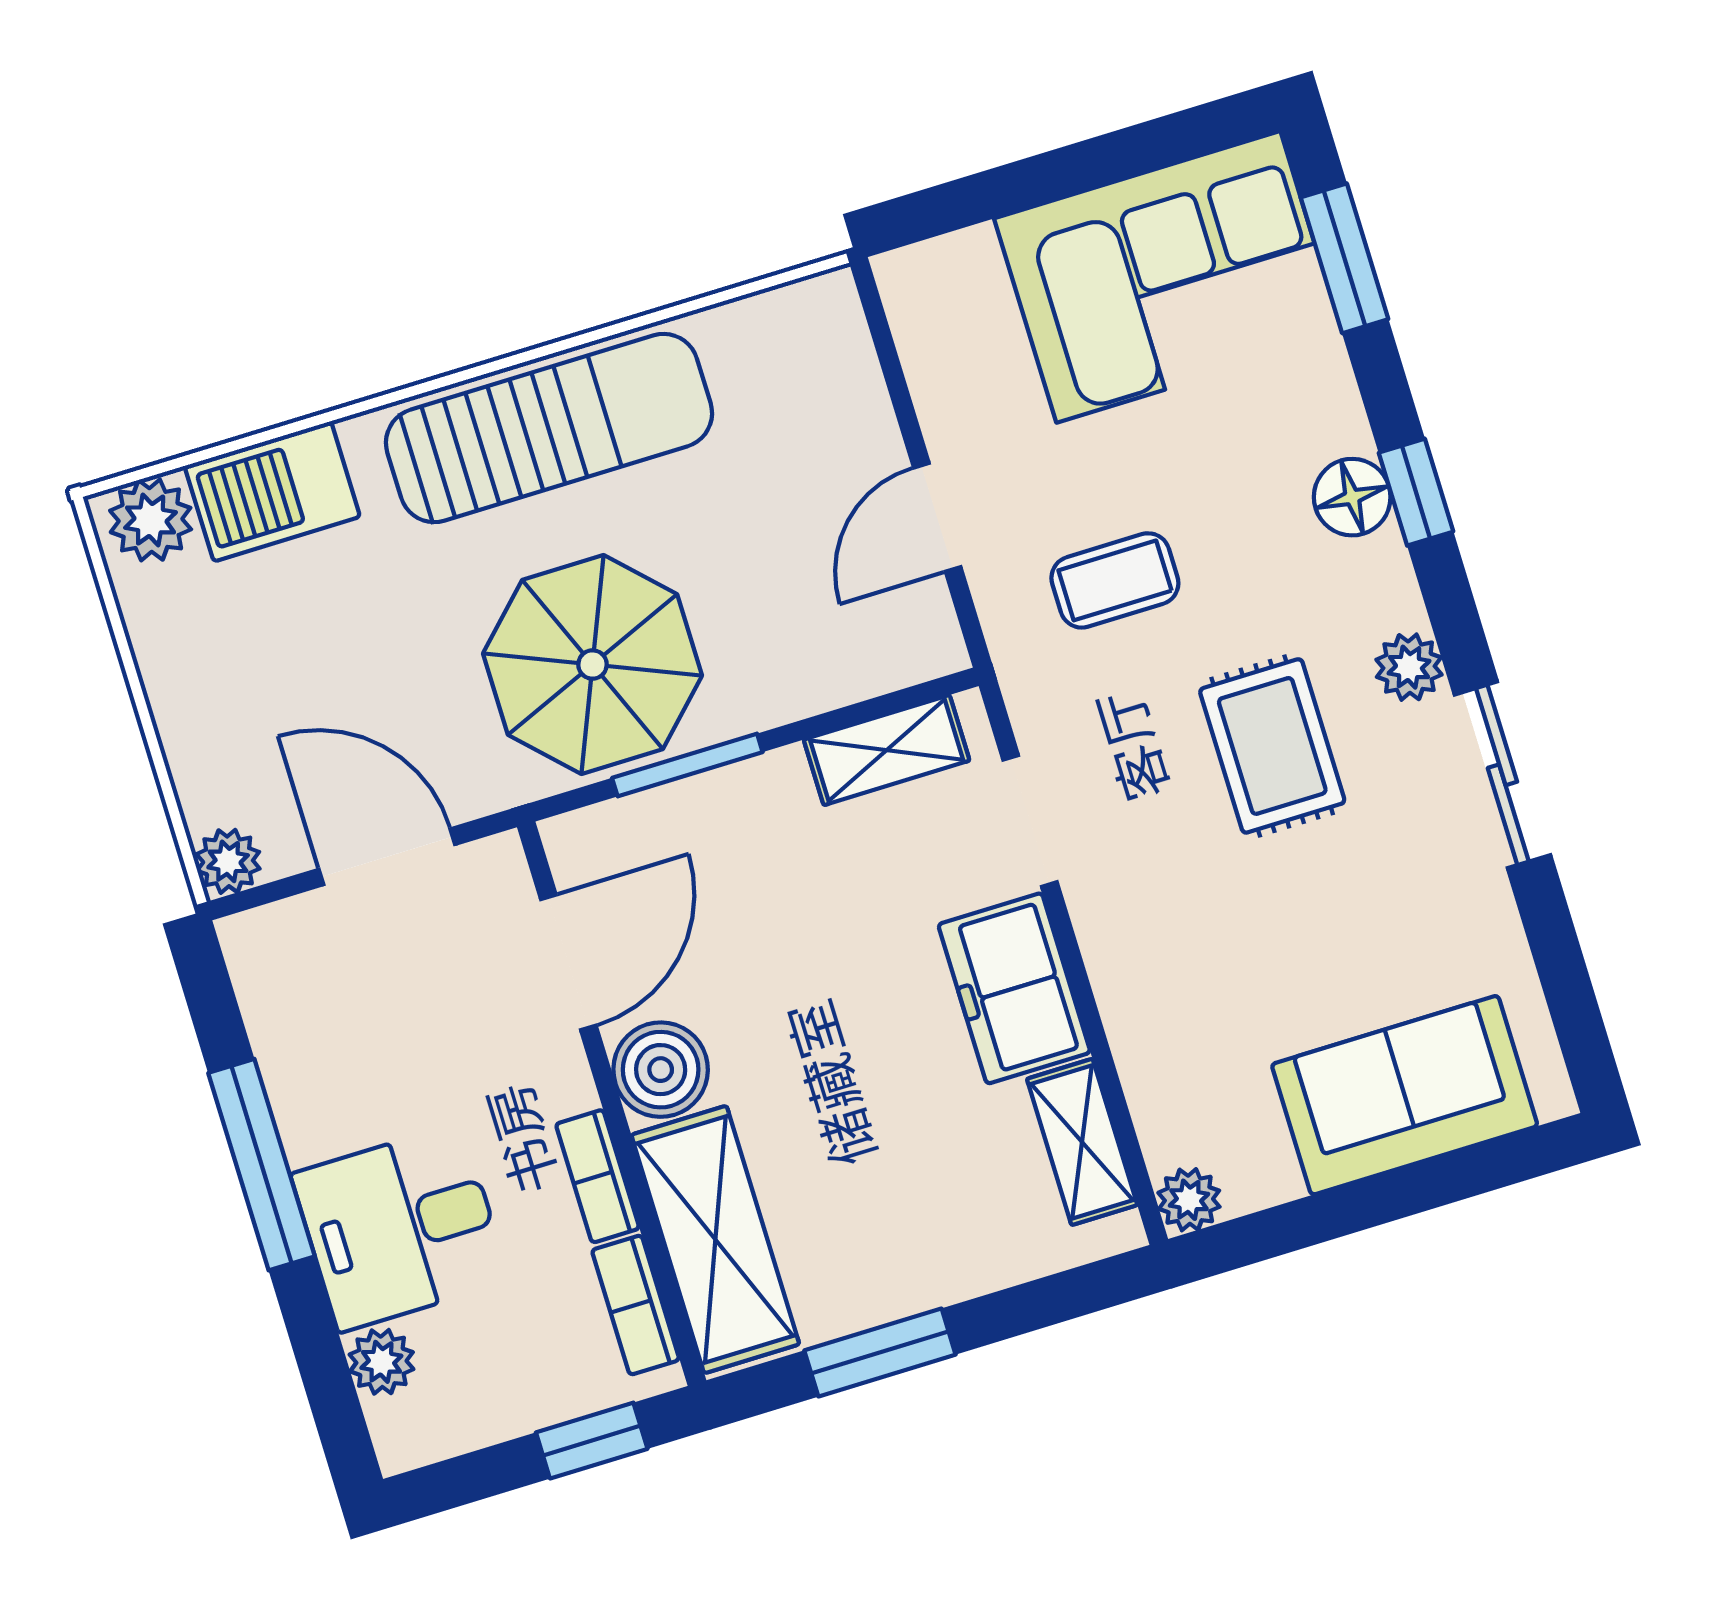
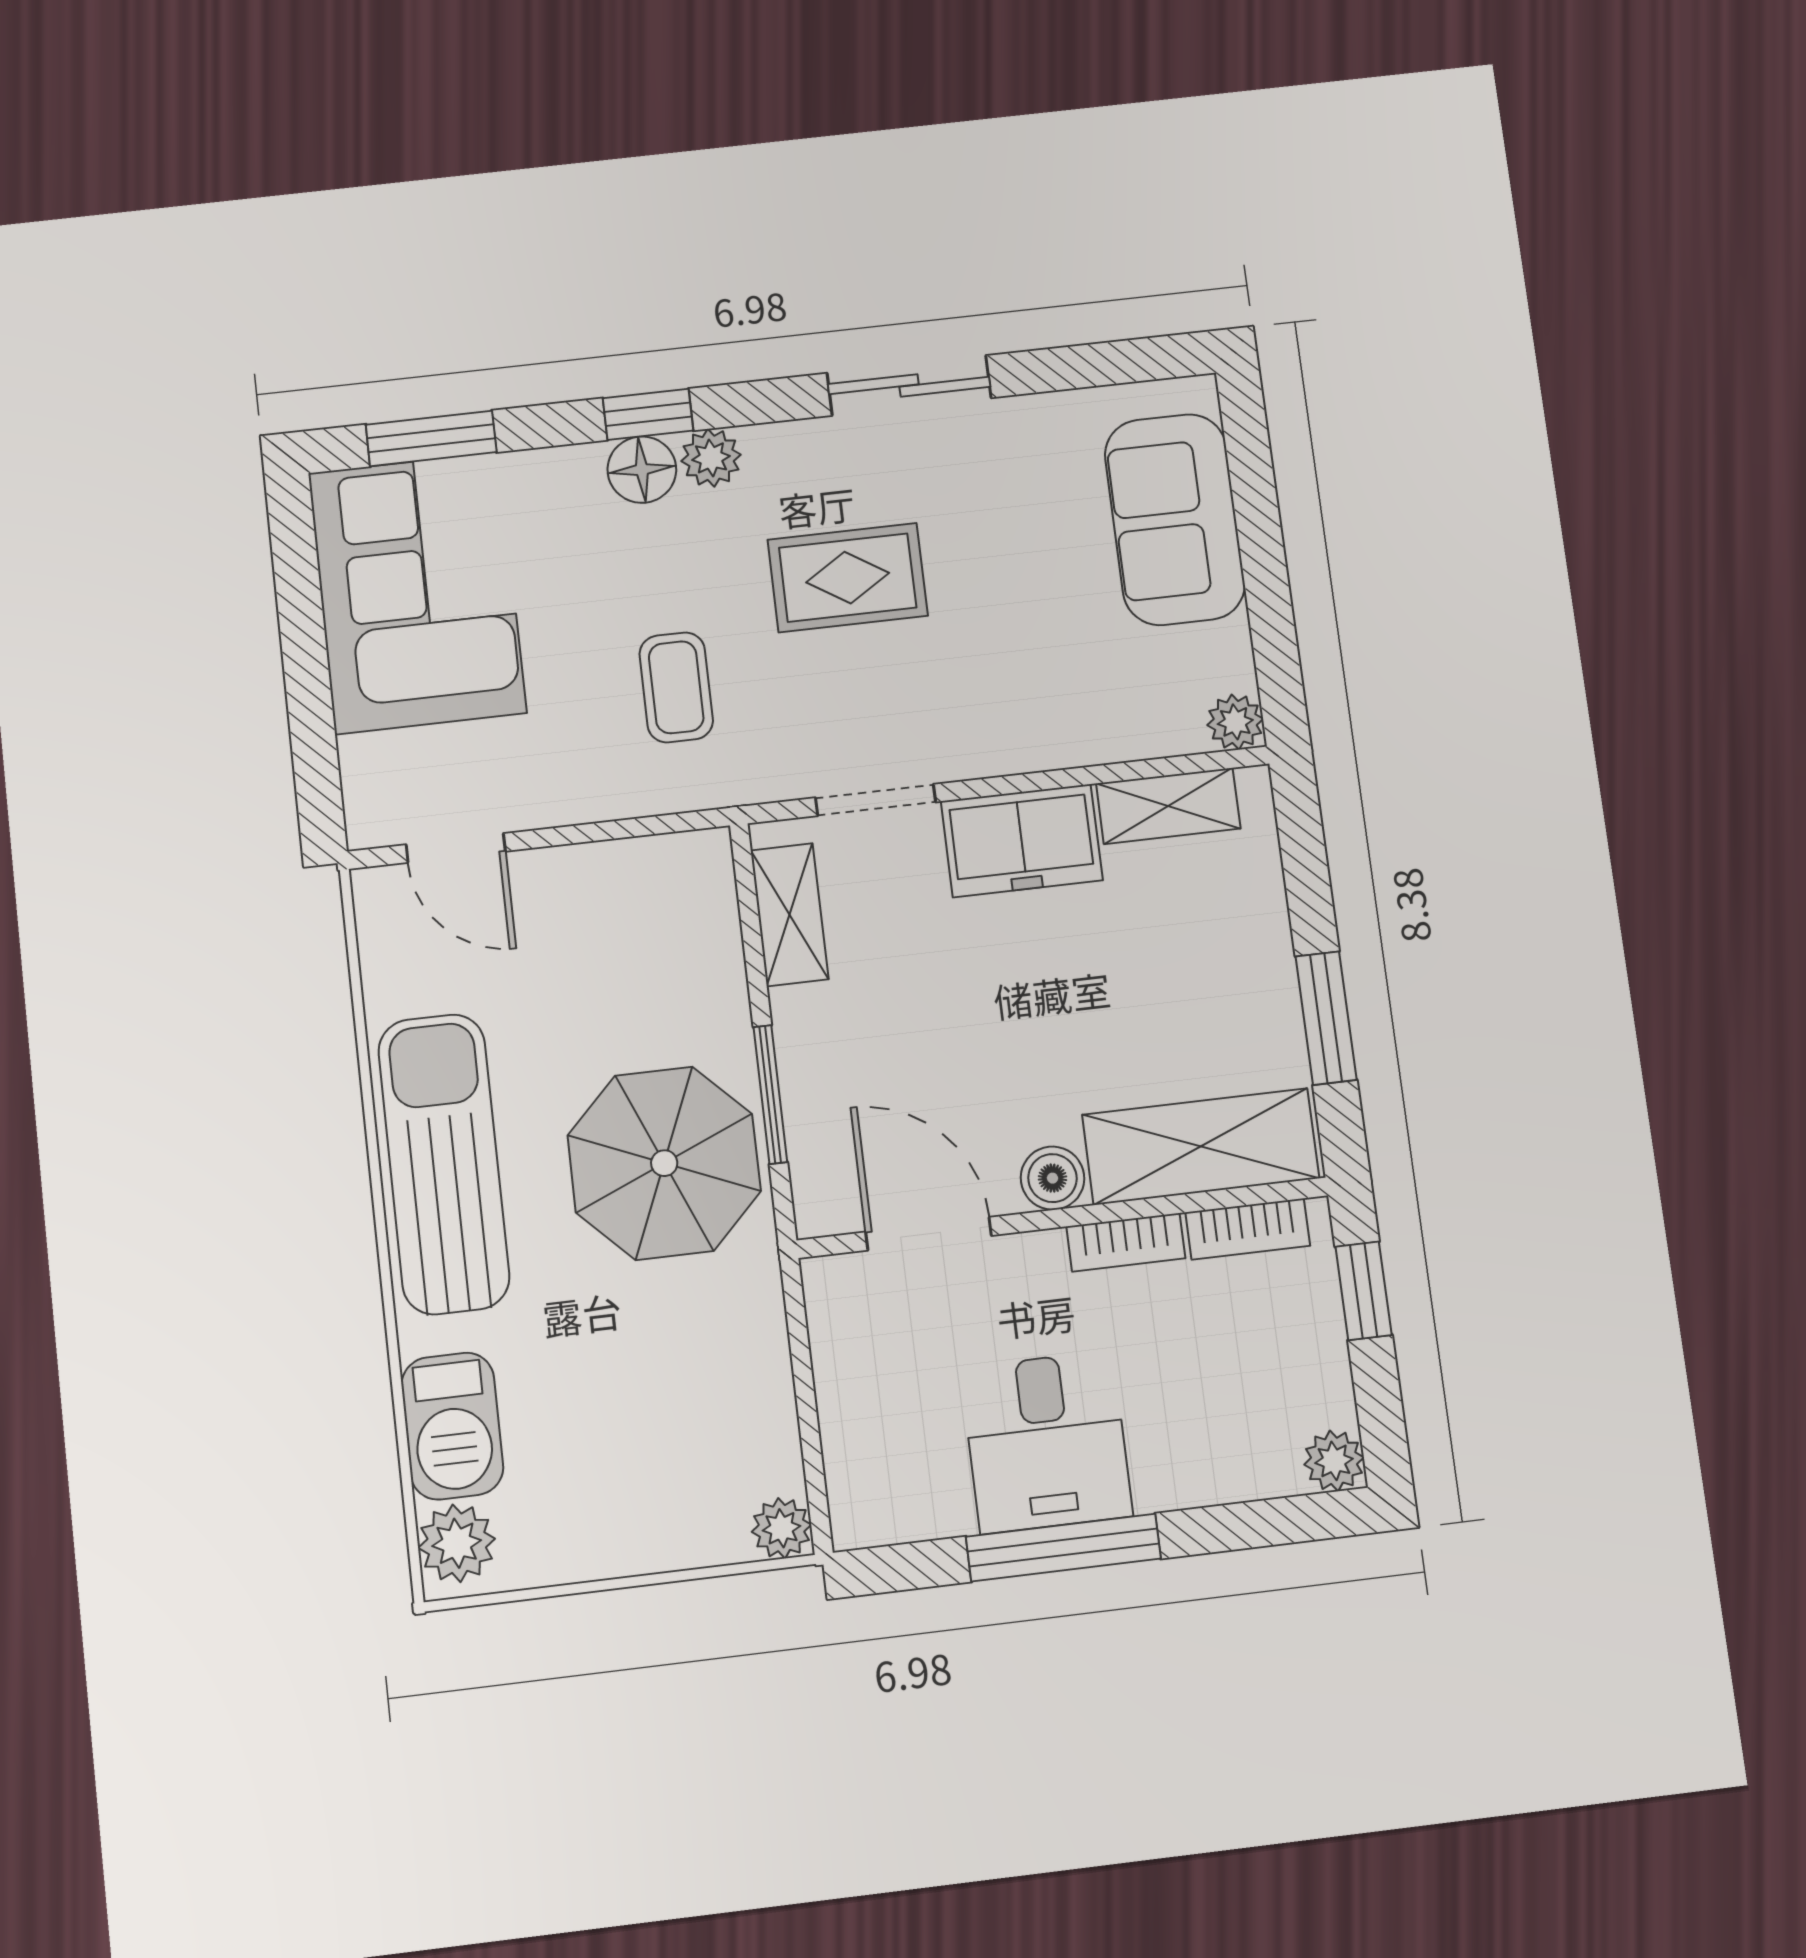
door: (937, 517) -> (456, 848), moved
plant: (1409, 667) -> (711, 458), moved
door: (387, 857) -> (804, 1381), removed
boiler: (661, 1070) -> (1052, 1178), width x0.73, depth x0.73
desk: (400, 1228) -> (1046, 1442), moved
plant: (381, 1362) -> (1334, 1461), moved

